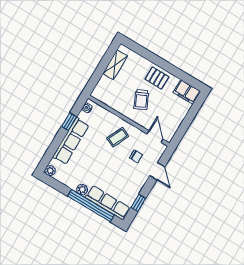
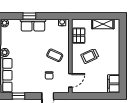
pallet: (157, 78) -> (79, 36), moved
window: (69, 122) -> (29, 16), moved
row of seats: (71, 141) -> (33, 25), width x0.68

